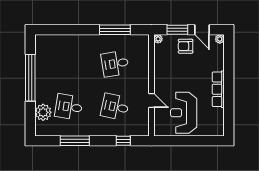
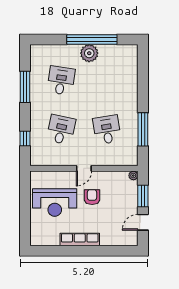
plant: (220, 39) -> (133, 241), removed
armchair: (186, 46) -> (92, 197), moved
door: (151, 101) -> (84, 168), moved
plant: (43, 112) -> (89, 53), moved
reception desk: (184, 113) -> (55, 203), turned 180

